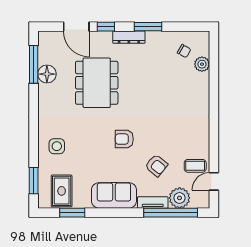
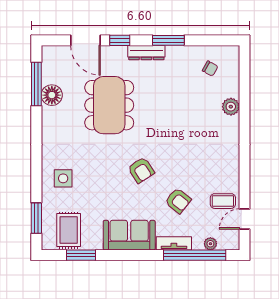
plant: (202, 64) -> (231, 107), moved
armchair: (124, 139) -> (141, 170), turned -123
plant: (180, 198) -> (210, 244), width x0.53, depth x0.53

